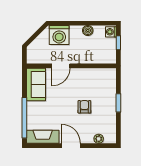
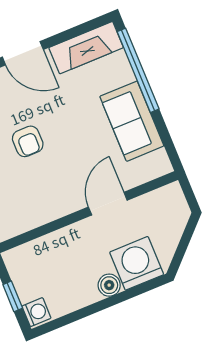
boiler: (88, 31) -> (109, 285), moved
sofa: (36, 84) -> (132, 121), moved

